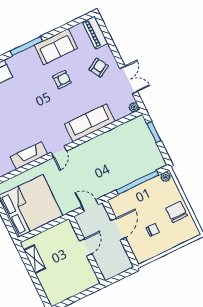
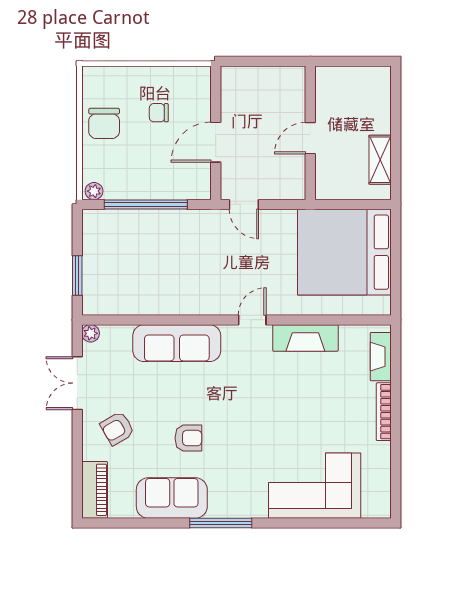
armchair: (62, 80) -> (188, 438), turned 180
door: (86, 247) -> (310, 138), moved
wall: (87, 250) -> (310, 133), moved

